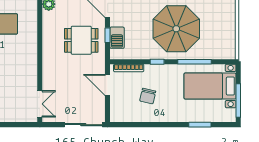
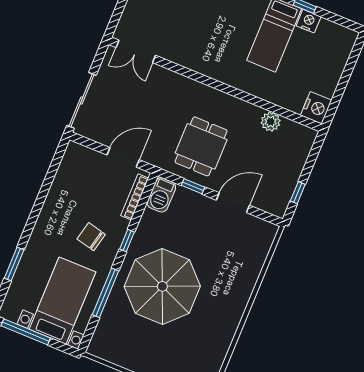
barbecue: (117, 38) -> (161, 195), moved, turned -90
chair: (148, 96) -> (91, 237), moved

